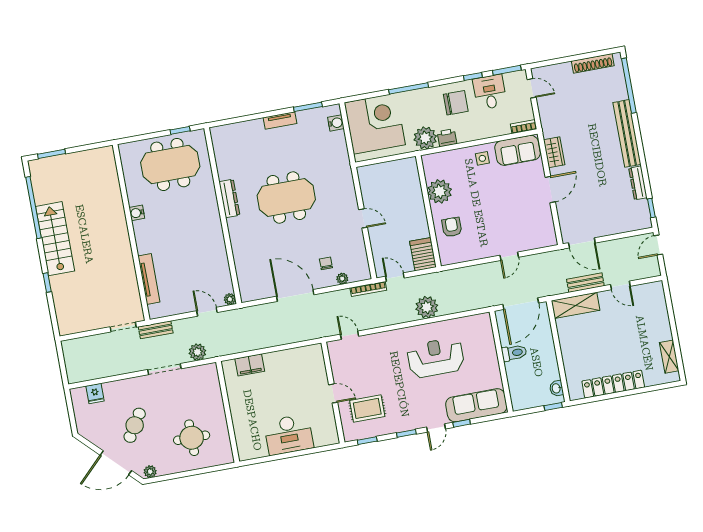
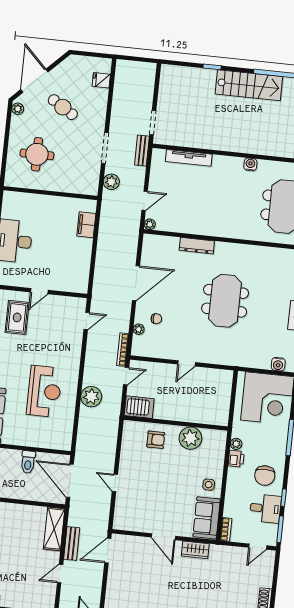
plant: (425, 138) -> (236, 444), width x0.53, depth x0.53
dresser: (229, 198) -> (197, 246), moved

